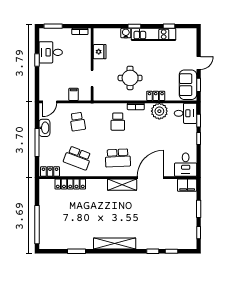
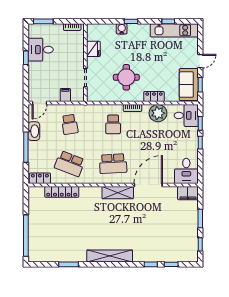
kitchen unit: (154, 34) -> (174, 30), moved

